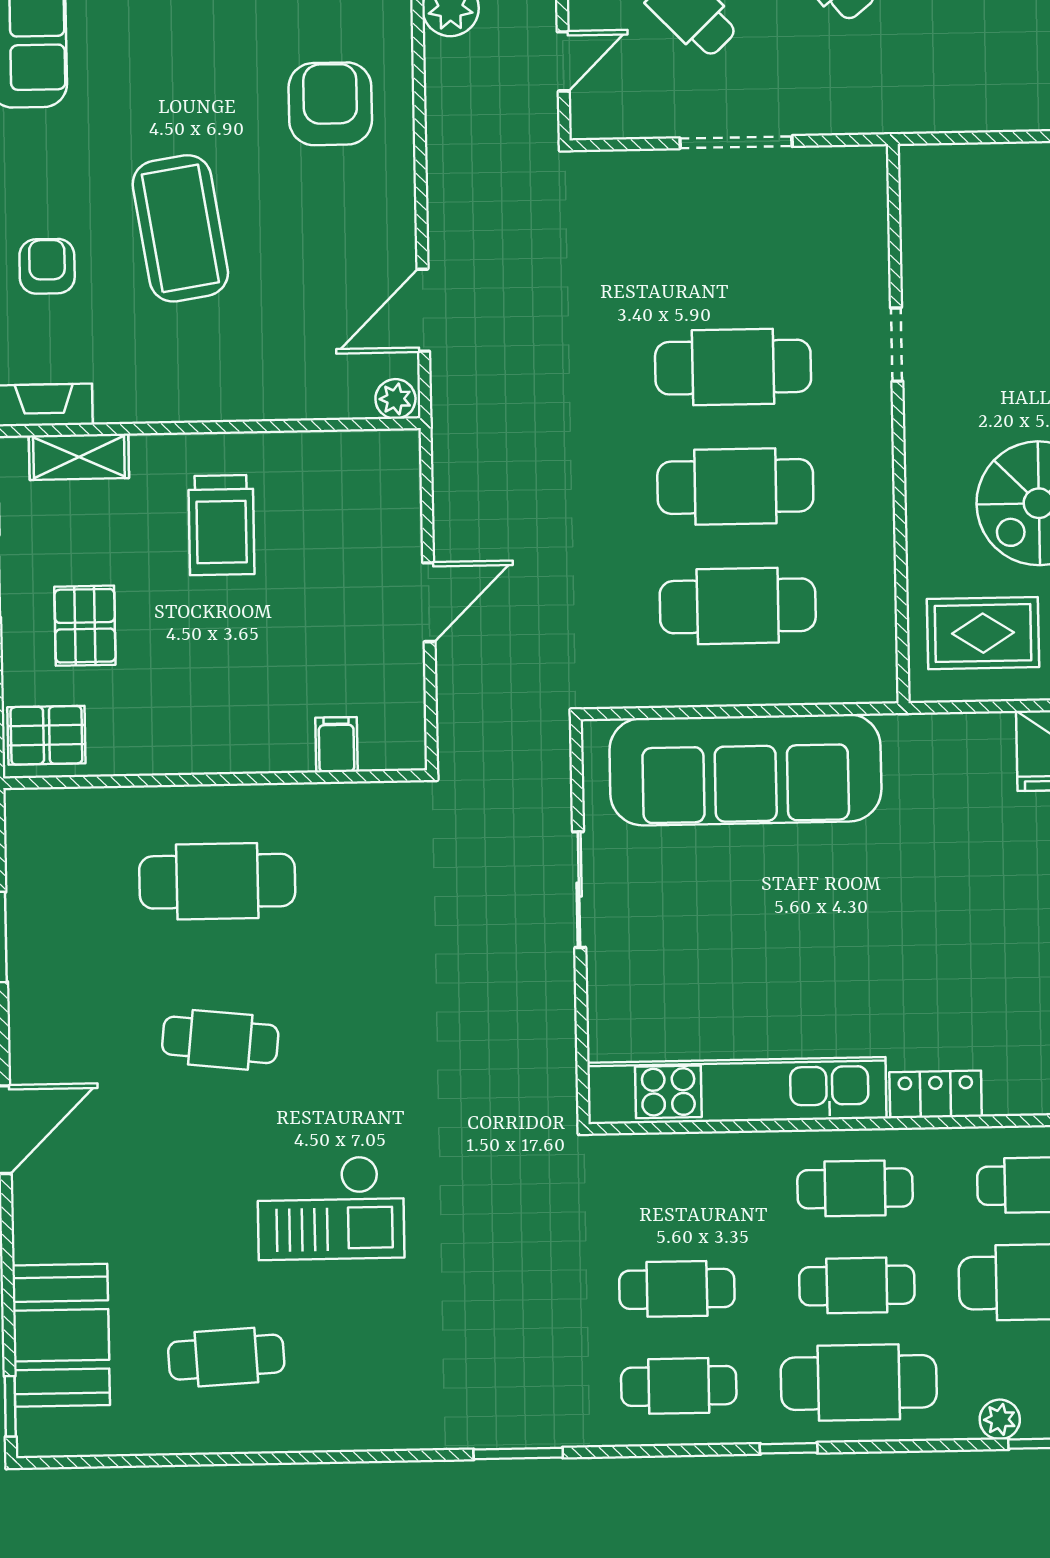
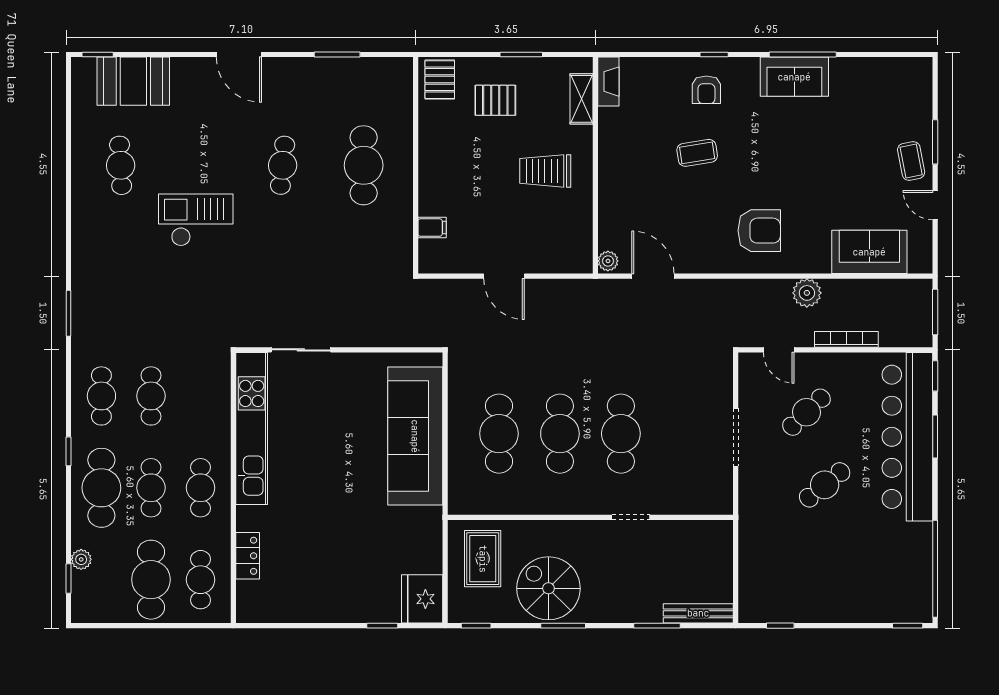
coffee table: (180, 228) -> (697, 153), width x0.54, depth x0.58
armchair: (47, 266) -> (706, 90), moved, turned 90
sliding door: (579, 890) -> (301, 350), moved
locker: (936, 1094) -> (248, 556), moved
checkout: (331, 1208) -> (196, 220), turned 90

